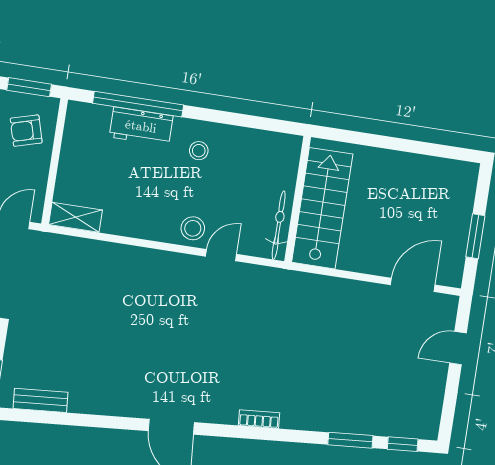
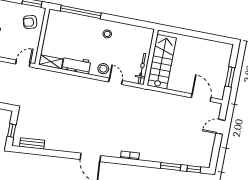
workbench: (141, 126) -> (76, 65), moved, turned 180
door: (221, 255) -> (116, 81), hinge flipped
door: (413, 285) -> (201, 98), hinge flipped

